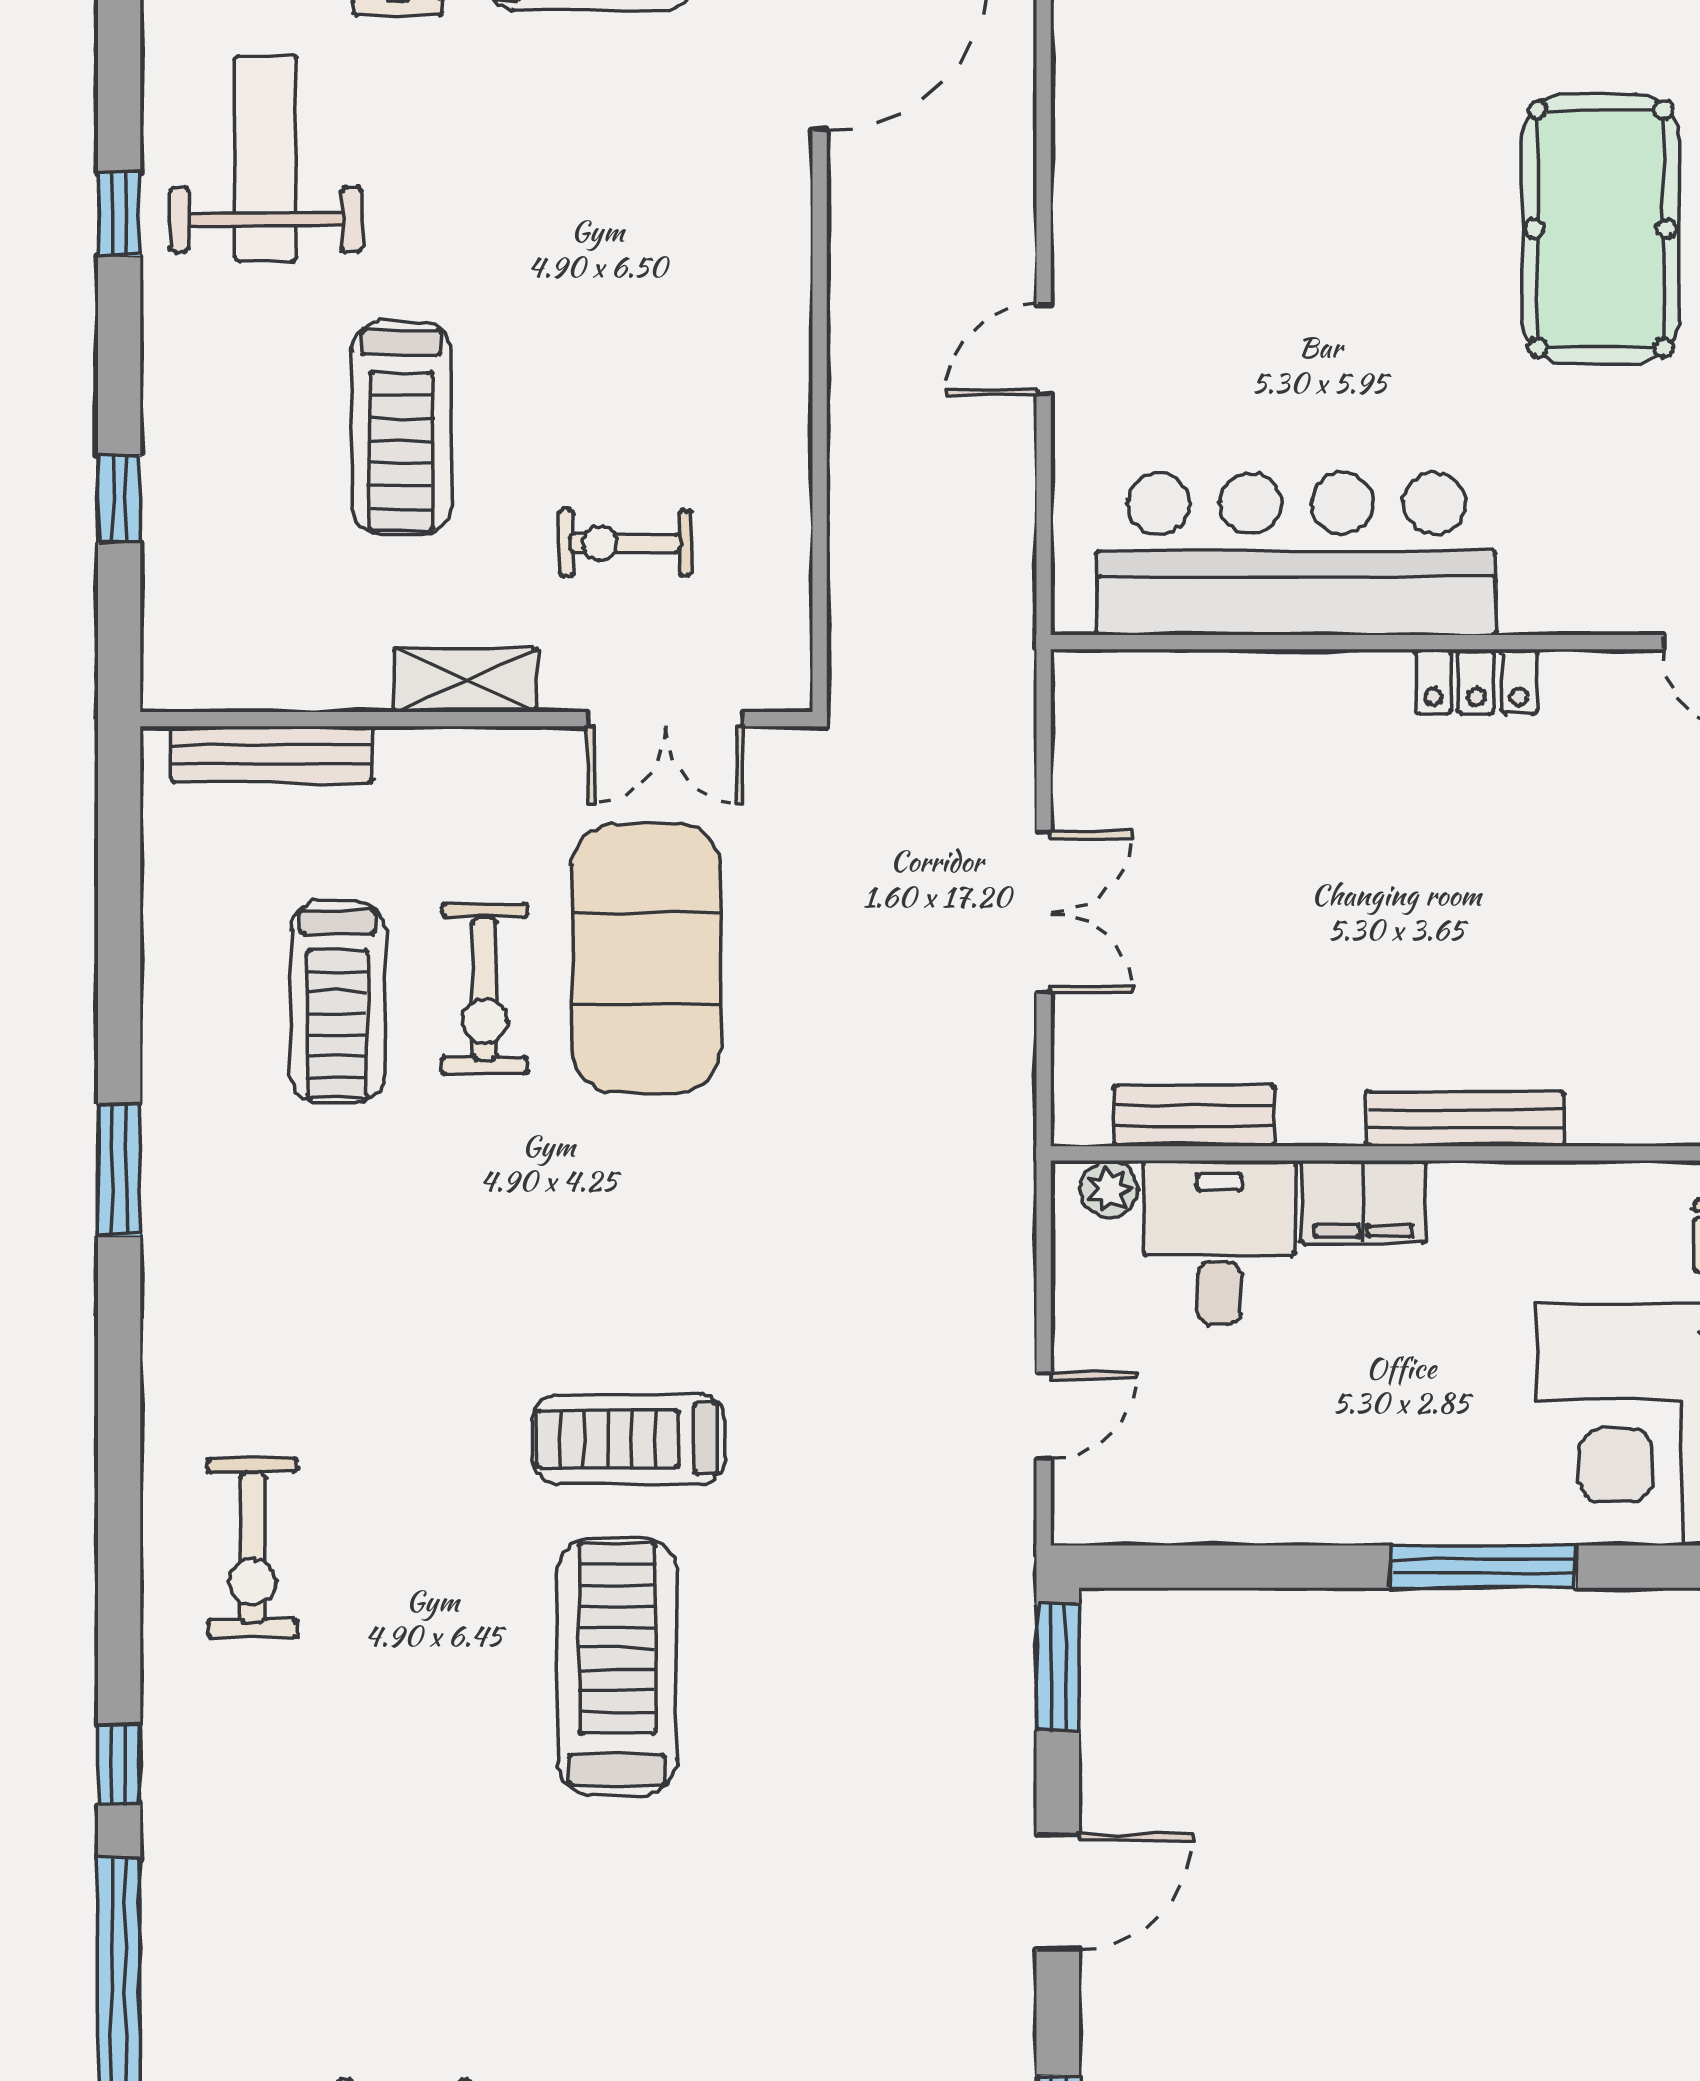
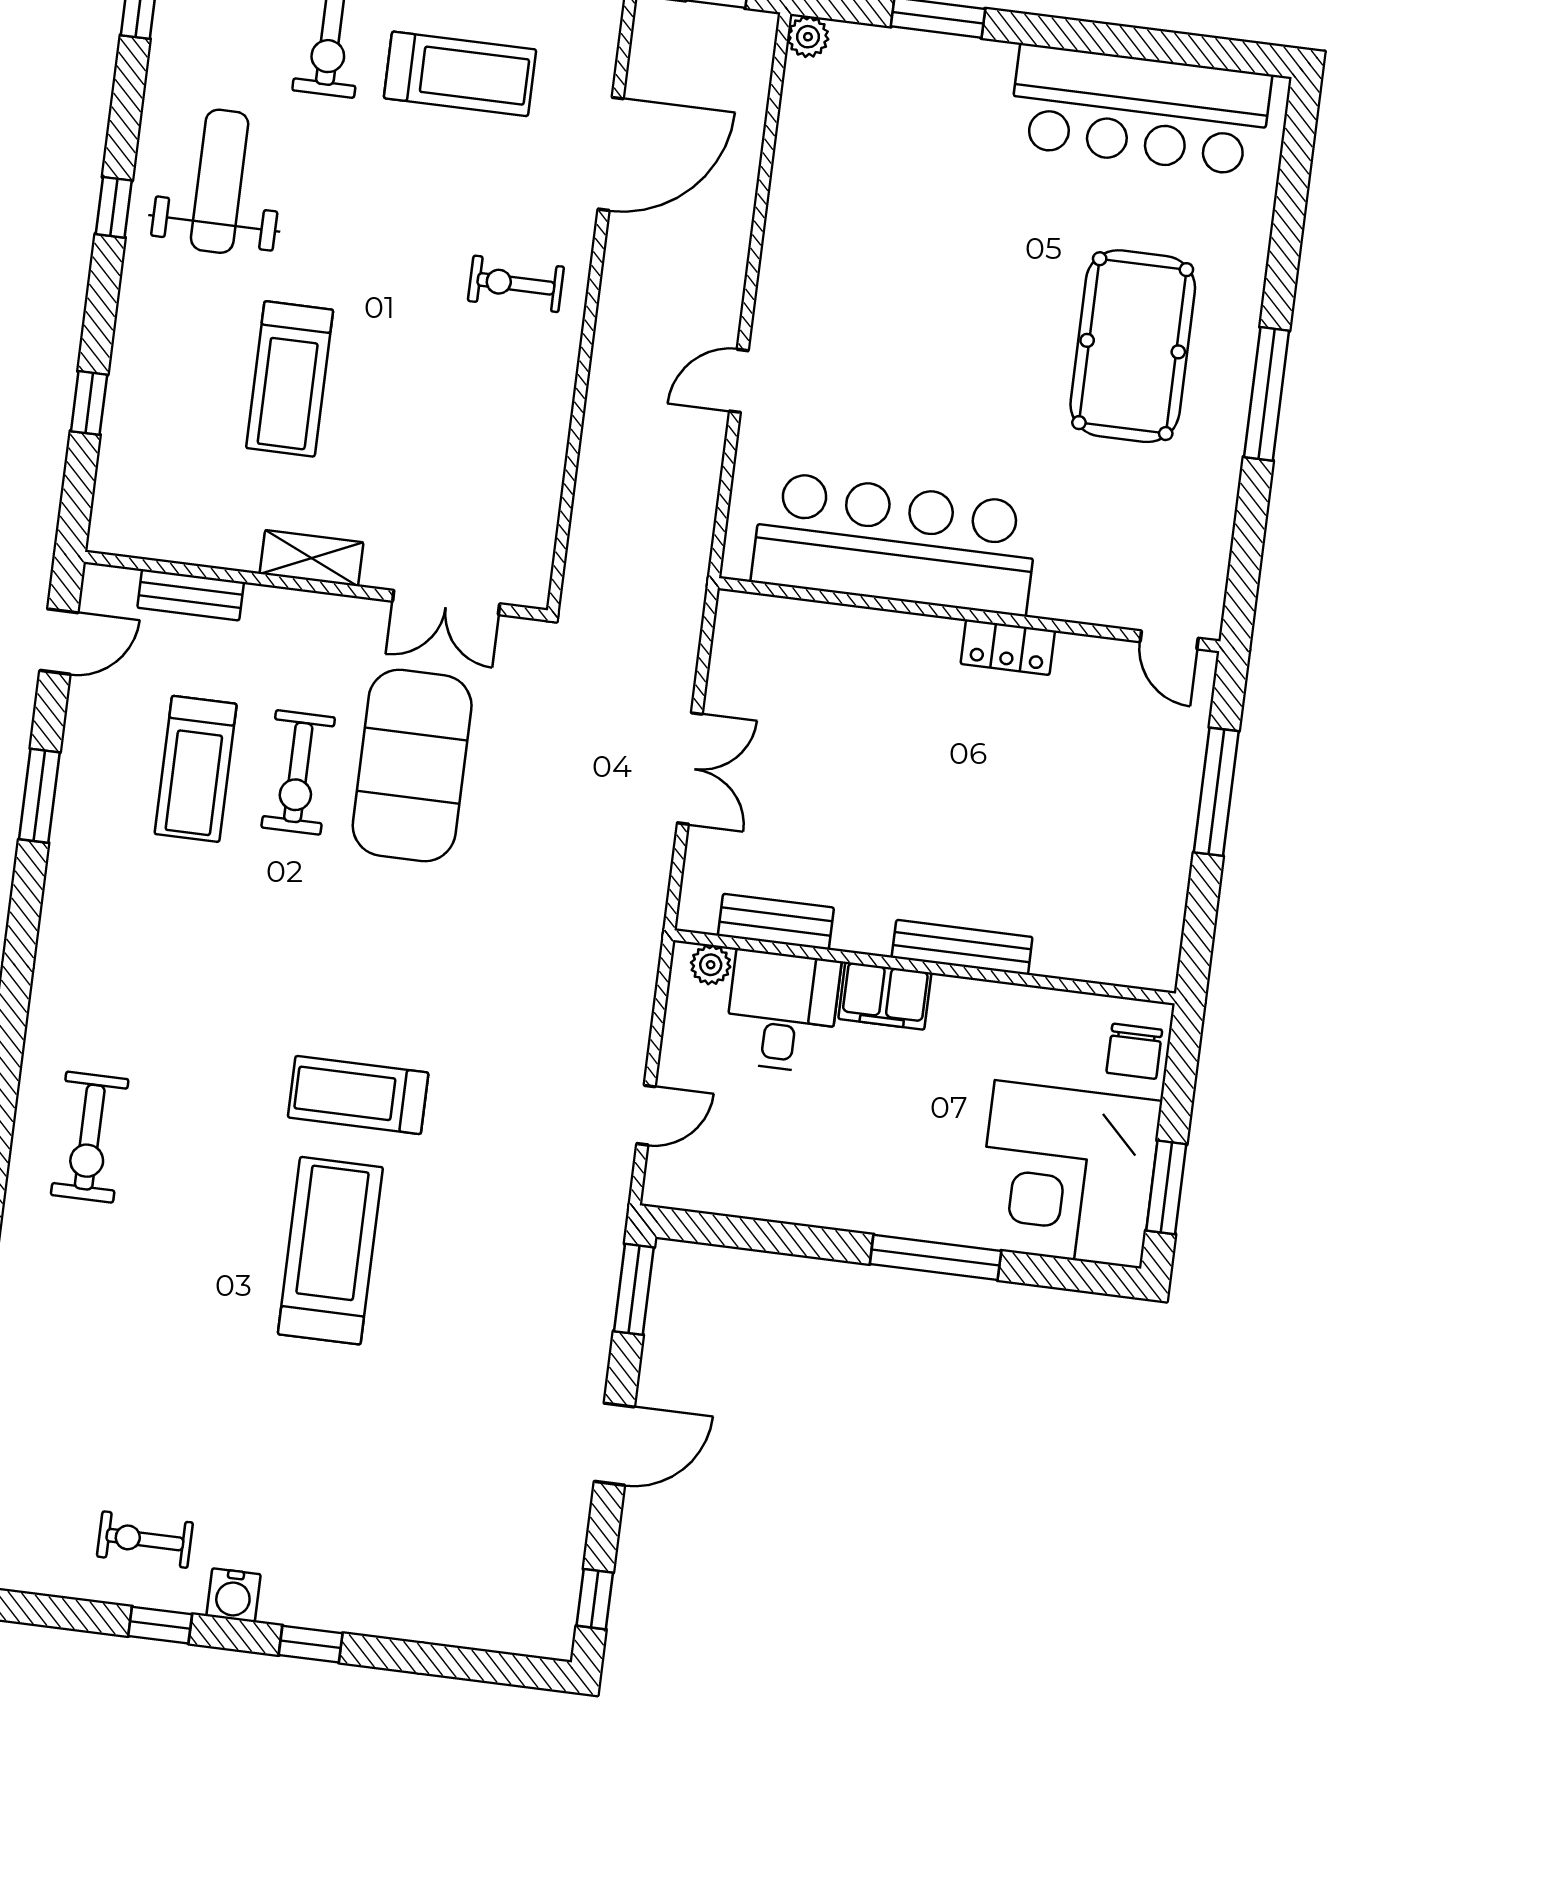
exercise bike: (625, 543) -> (516, 284), moved
bench: (272, 754) -> (191, 595), width x0.73
door: (119, 845) -> (59, 642), added
window: (119, 1170) -> (39, 796), moved

